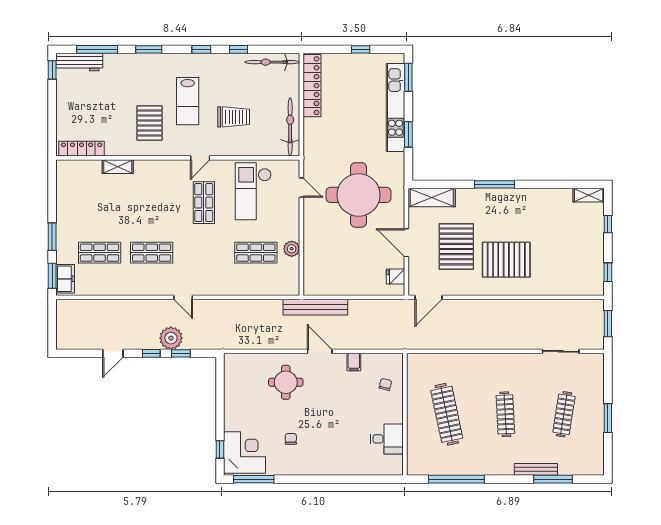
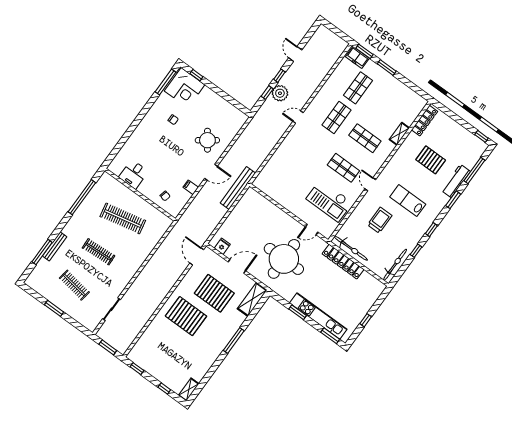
workbench: (79, 62) -> (456, 181), moved
locker: (312, 86) -> (343, 262), moved
trolley: (234, 117) -> (380, 220), turned 180
pallet: (150, 123) -> (431, 160), moved
checkout: (253, 191) -> (329, 201), turned 180
plant: (292, 249) -> (281, 199), removed
shop shelf: (256, 253) -> (365, 138), moved, turned 90
pallet: (506, 260) -> (186, 316), turned 90
round table: (286, 382) -> (207, 140), turned -36

